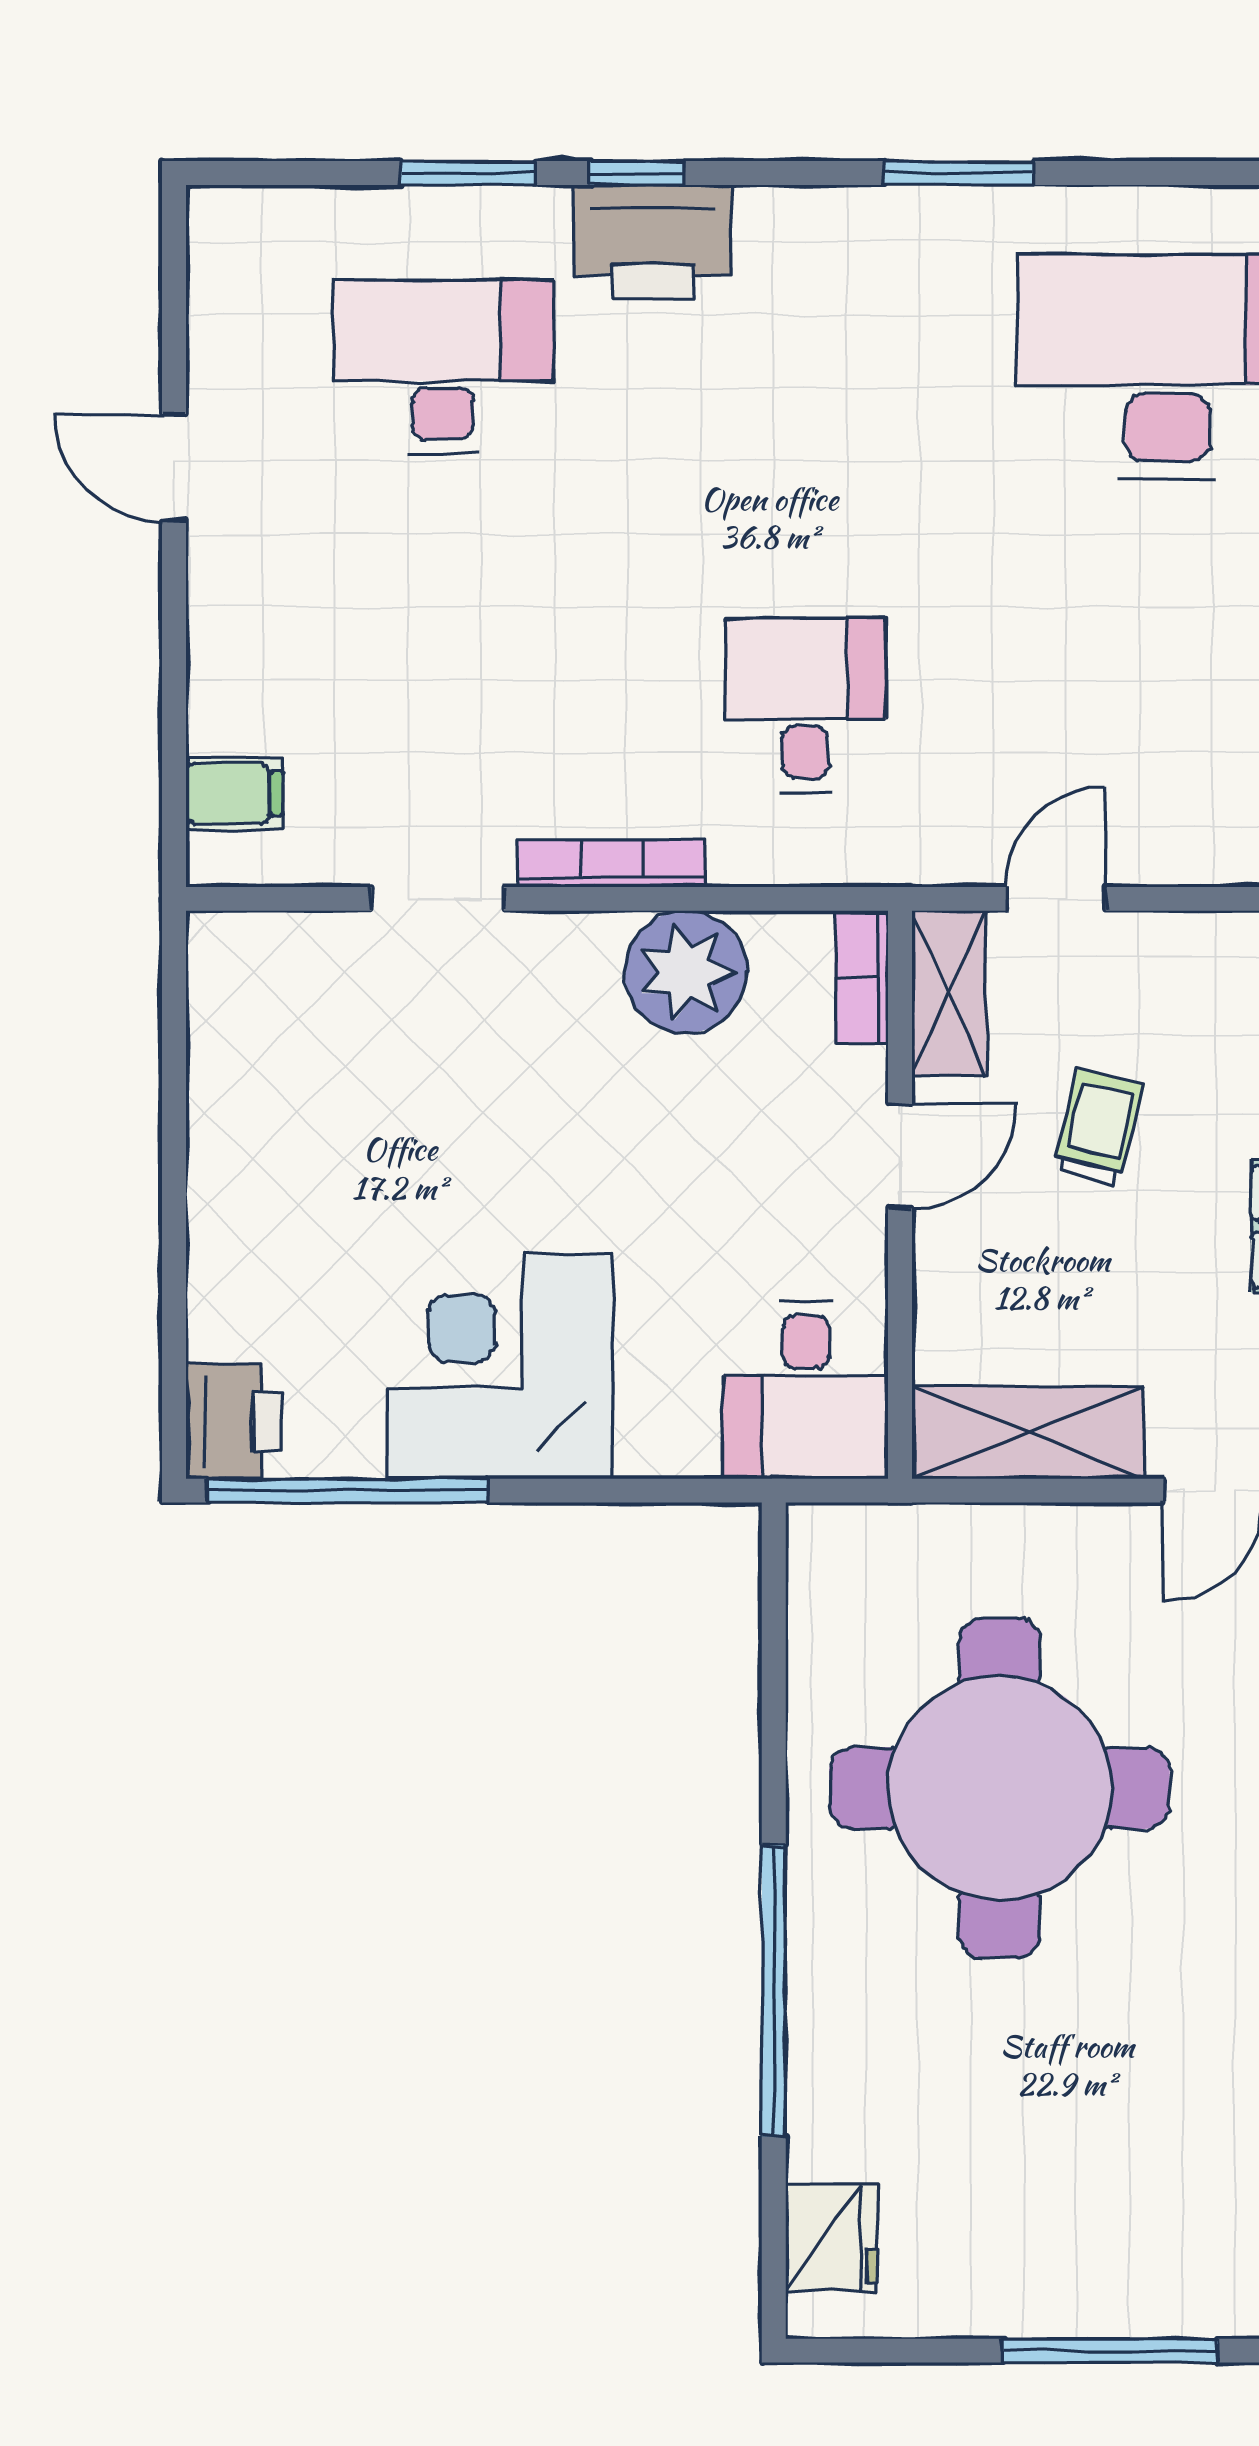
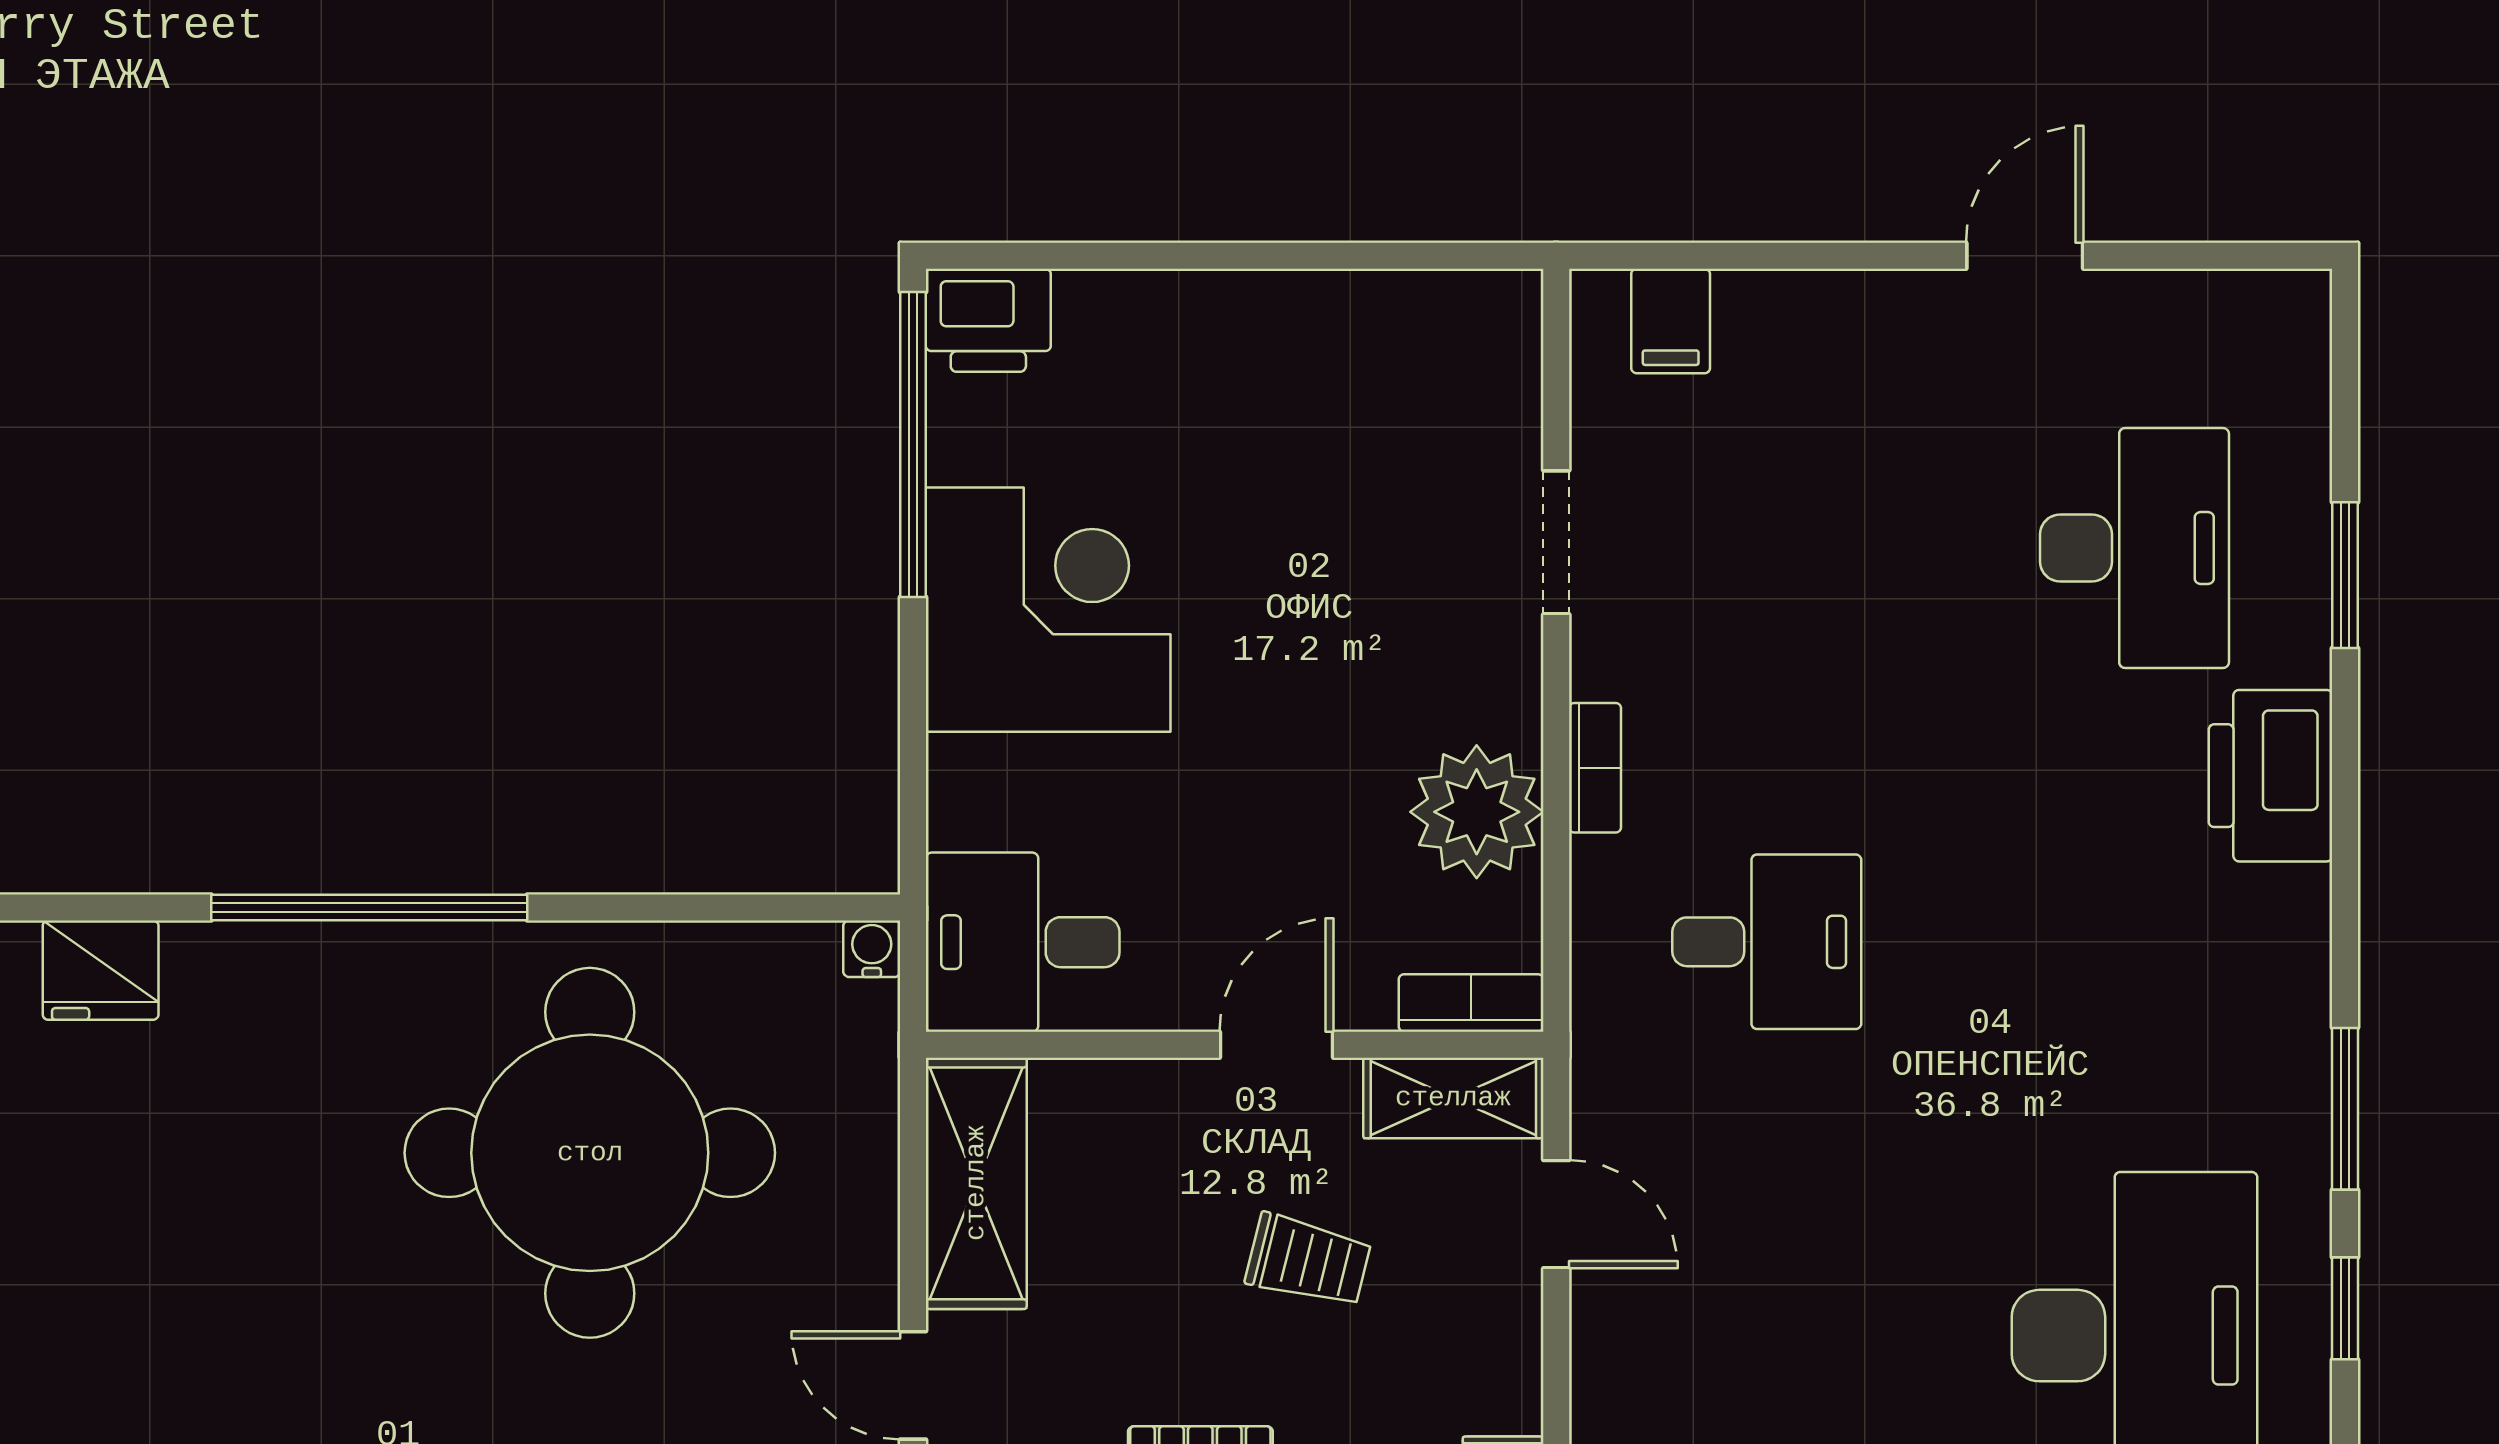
window: (637, 173) -> (2345, 1308), moved
bookcase: (612, 863) -> (1595, 768), width x0.64
door: (900, 1156) -> (1276, 1045), swing flipped
water cooler: (812, 1529) -> (872, 949), added

